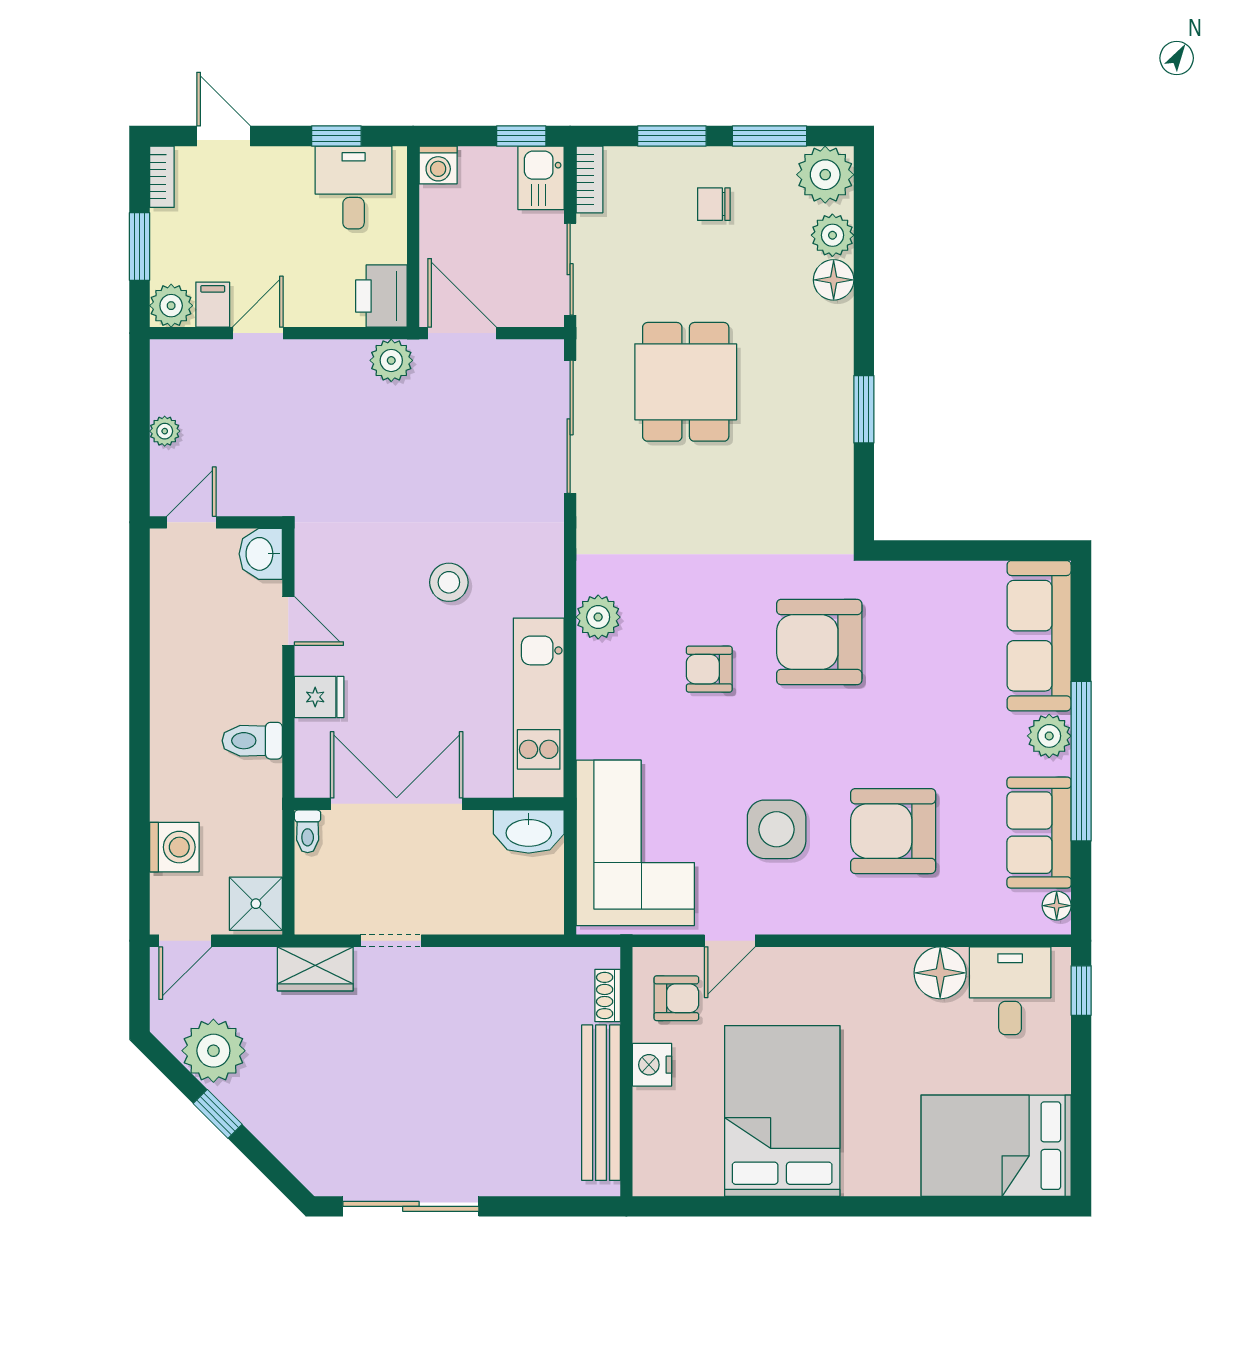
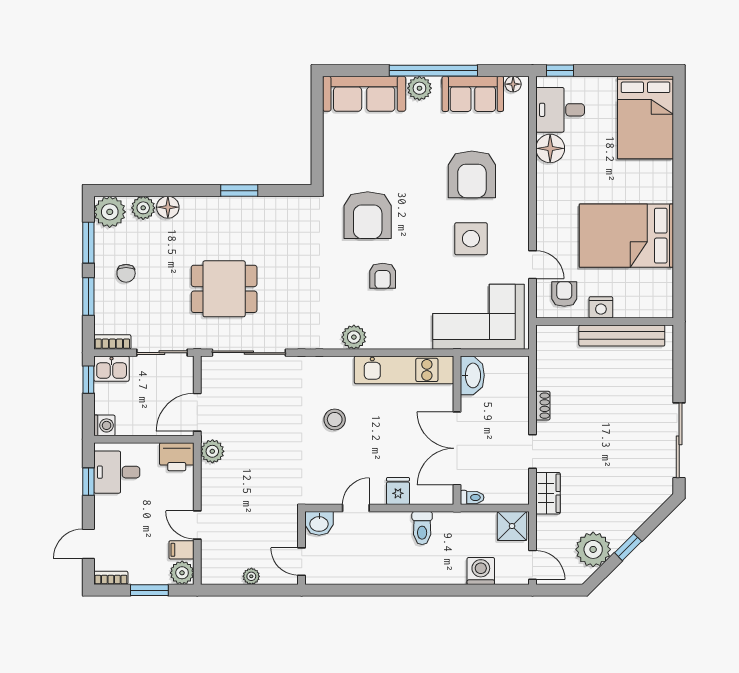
shoe rack: (608, 995) -> (543, 406), moved, turned -90

